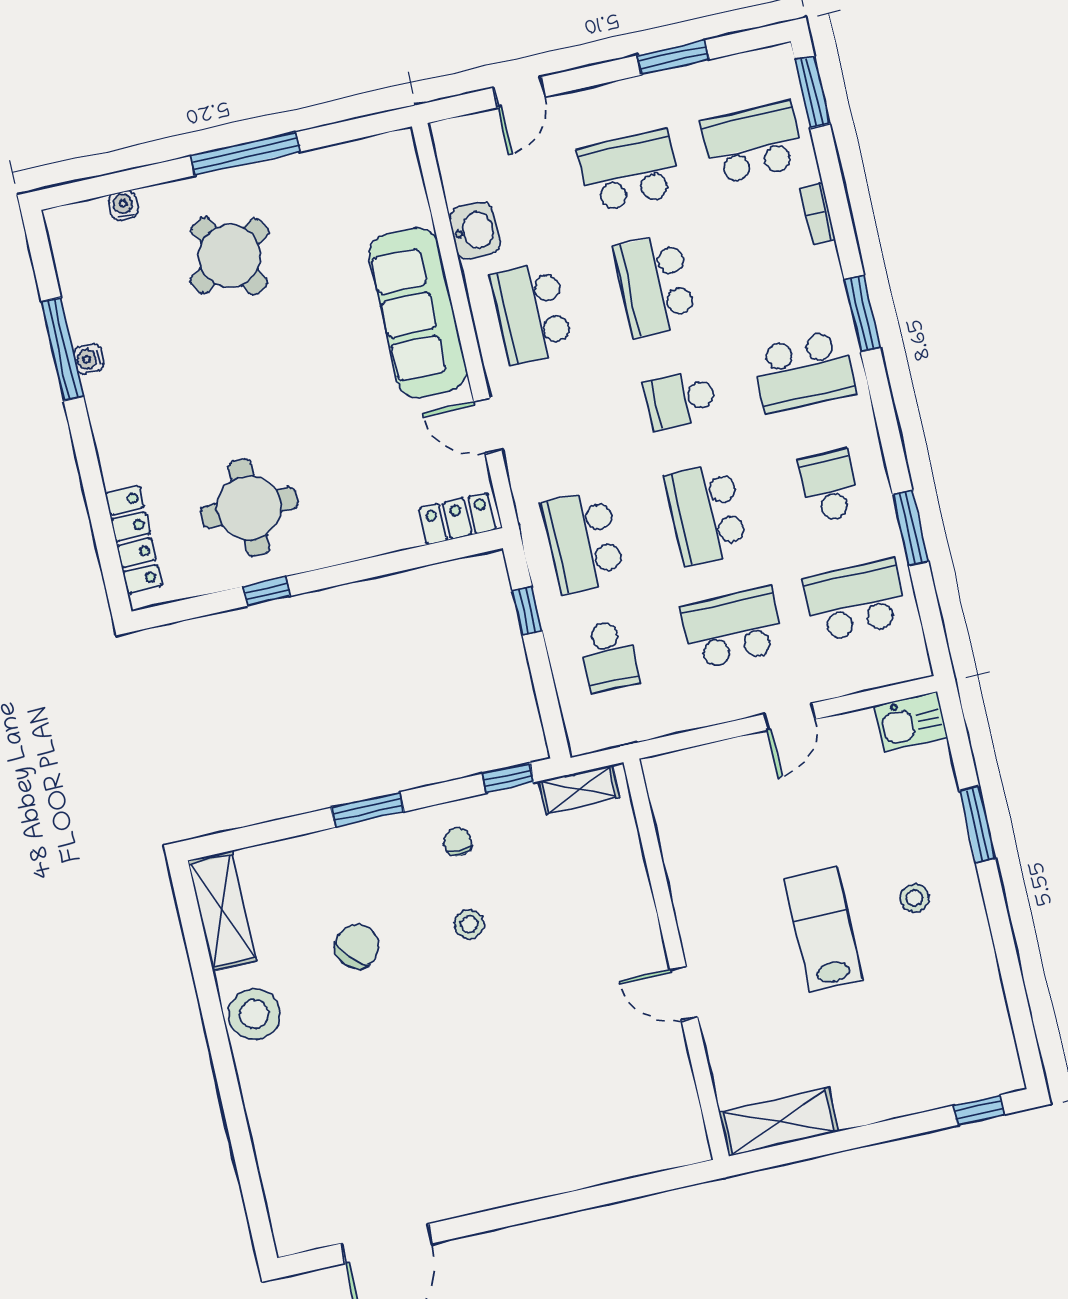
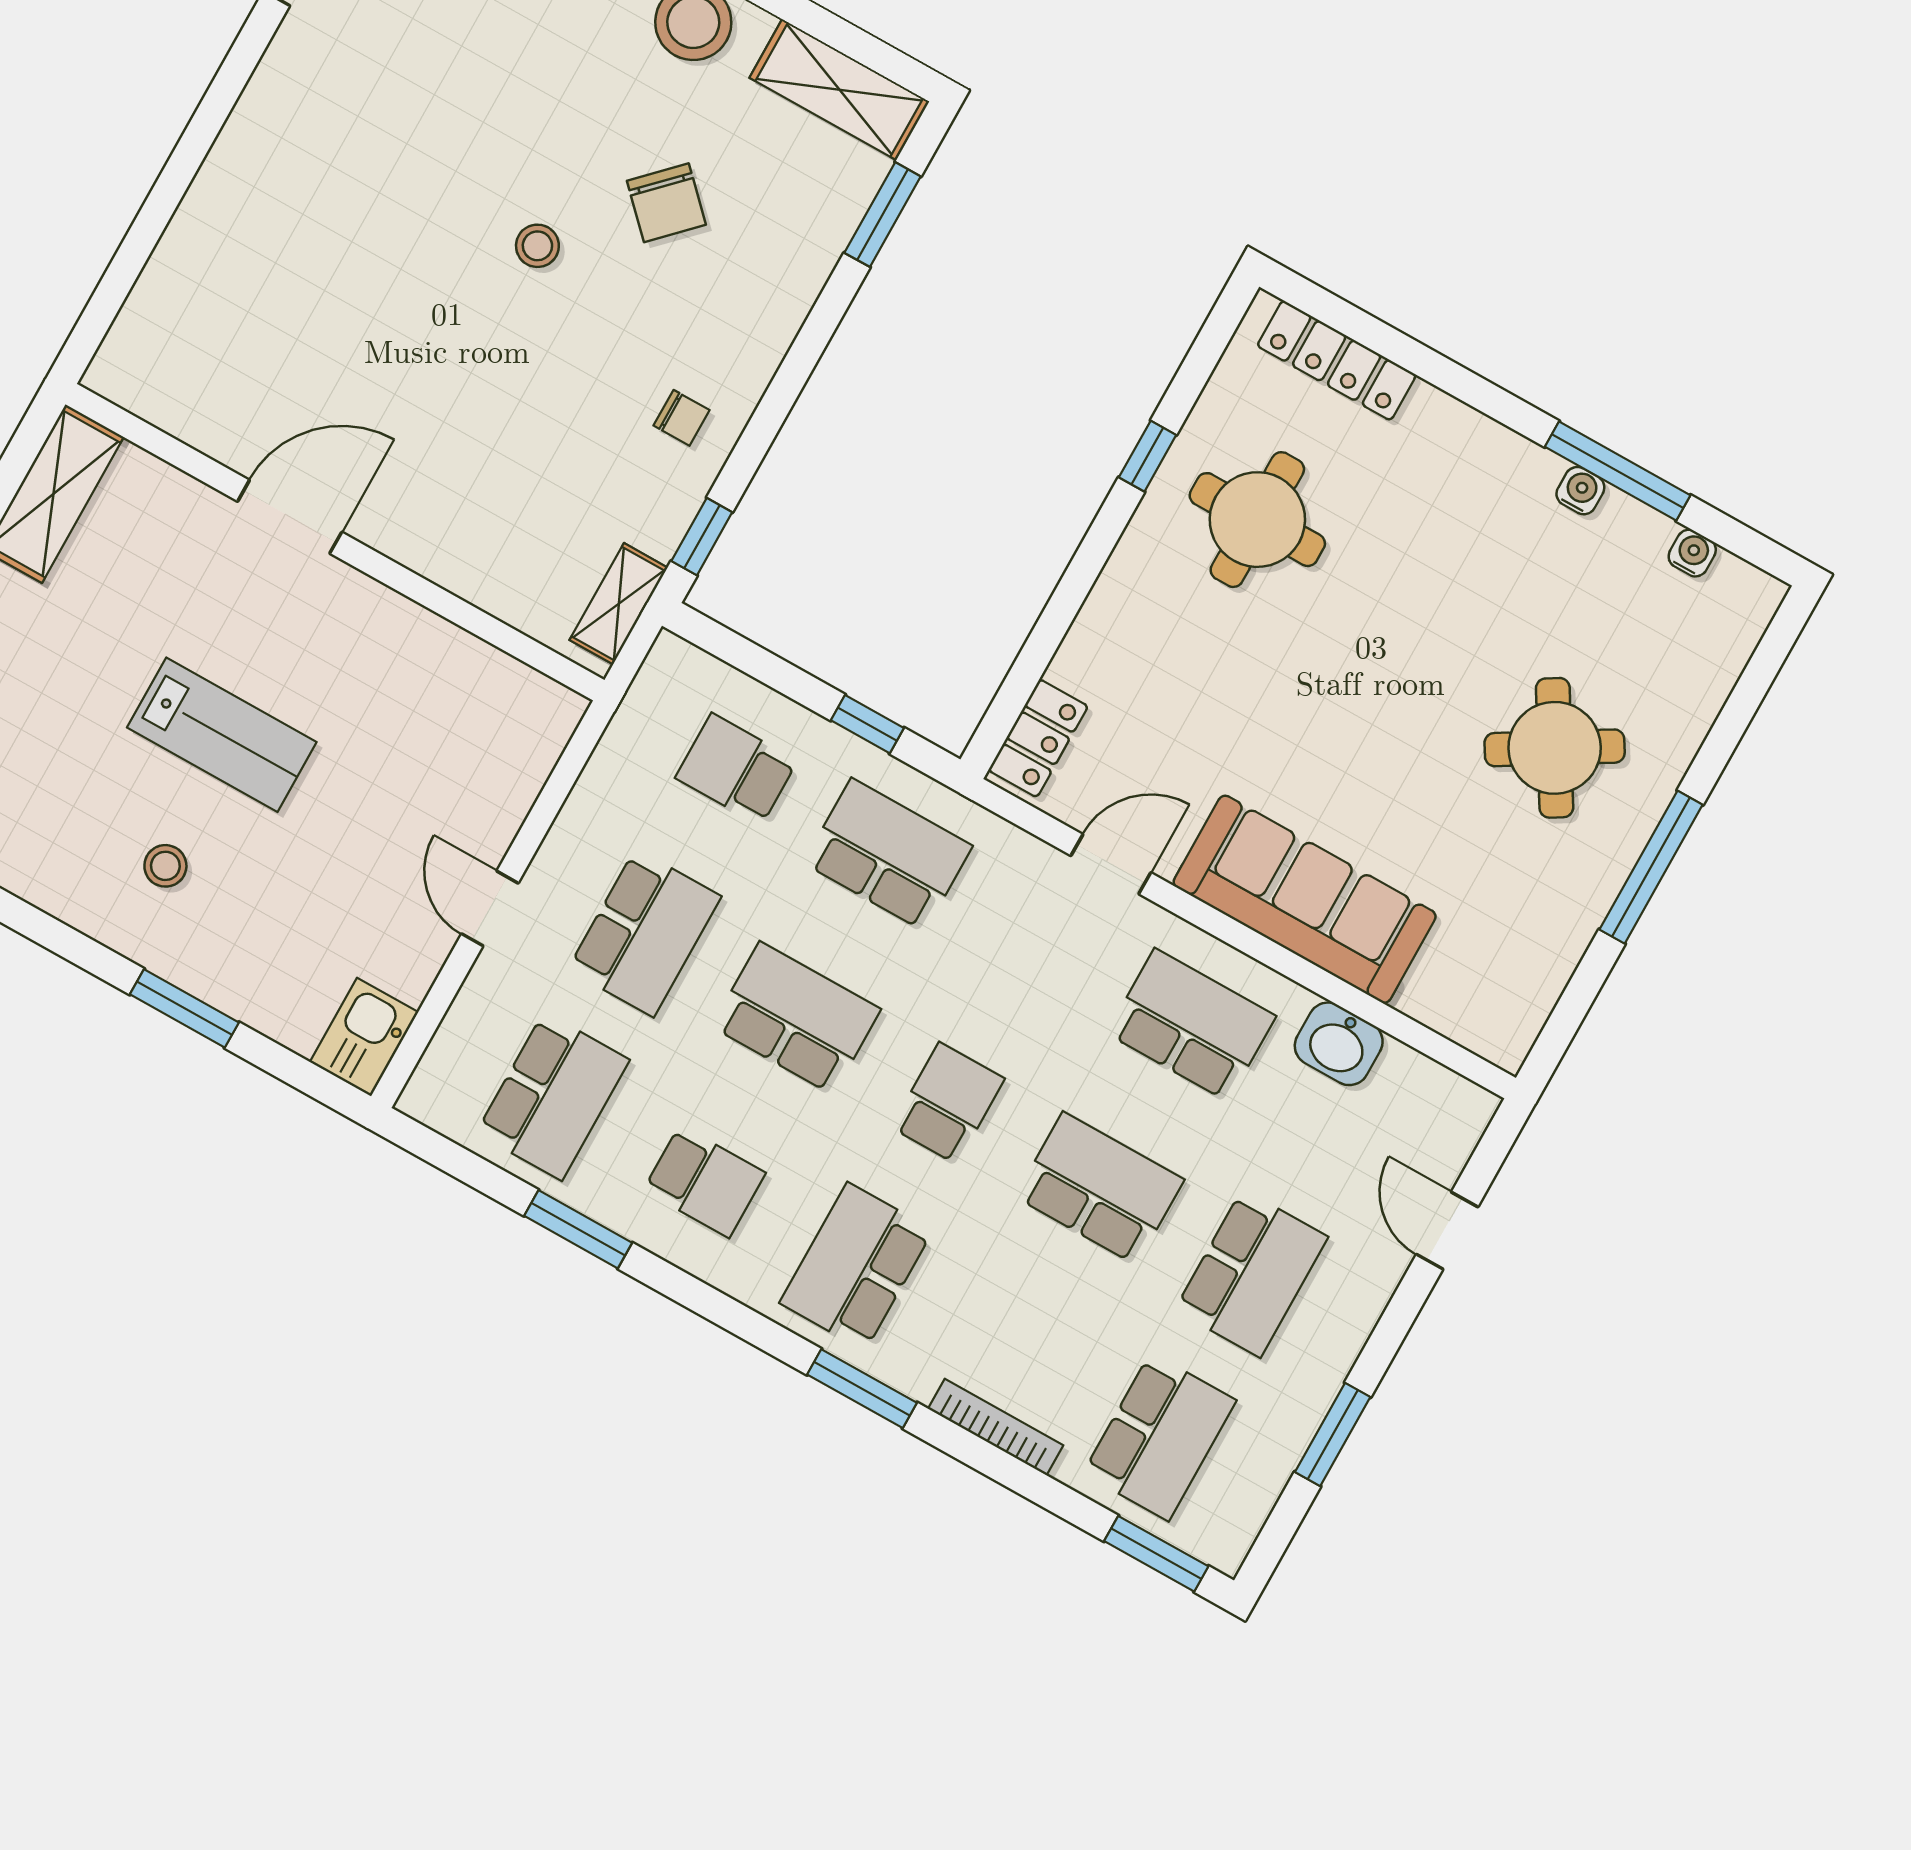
water cooler: (123, 206) -> (1692, 553), moved, turned -90
bookcase: (818, 214) -> (996, 1427), width x1.56
window: (367, 810) -> (883, 215), moved
stool: (469, 924) -> (537, 246), moved
door: (684, 993) -> (290, 517), width x1.38

